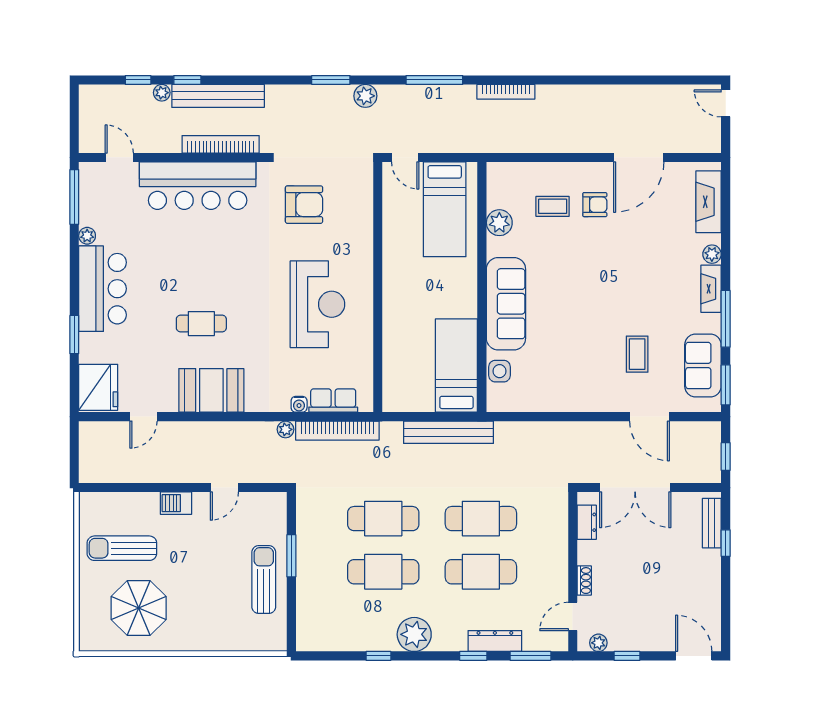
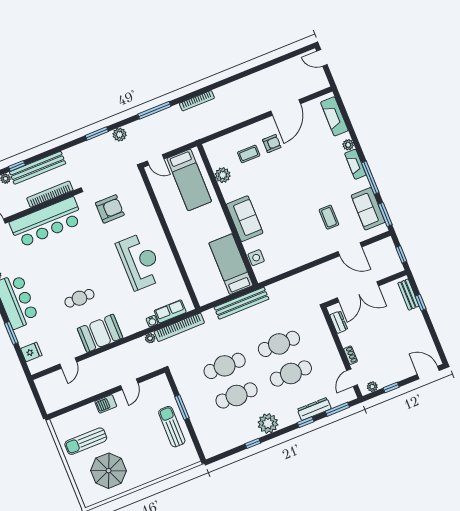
sofa: (506, 304) -> (245, 219), width x0.73
fridge: (98, 387) -> (31, 352), width x0.53, depth x0.75

